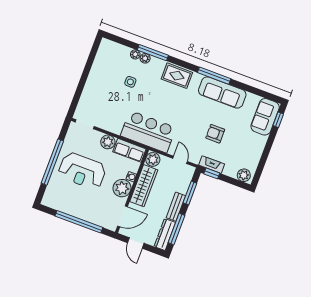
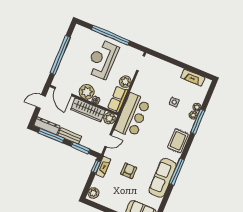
fireplace: (100, 61) -> (193, 78), added

